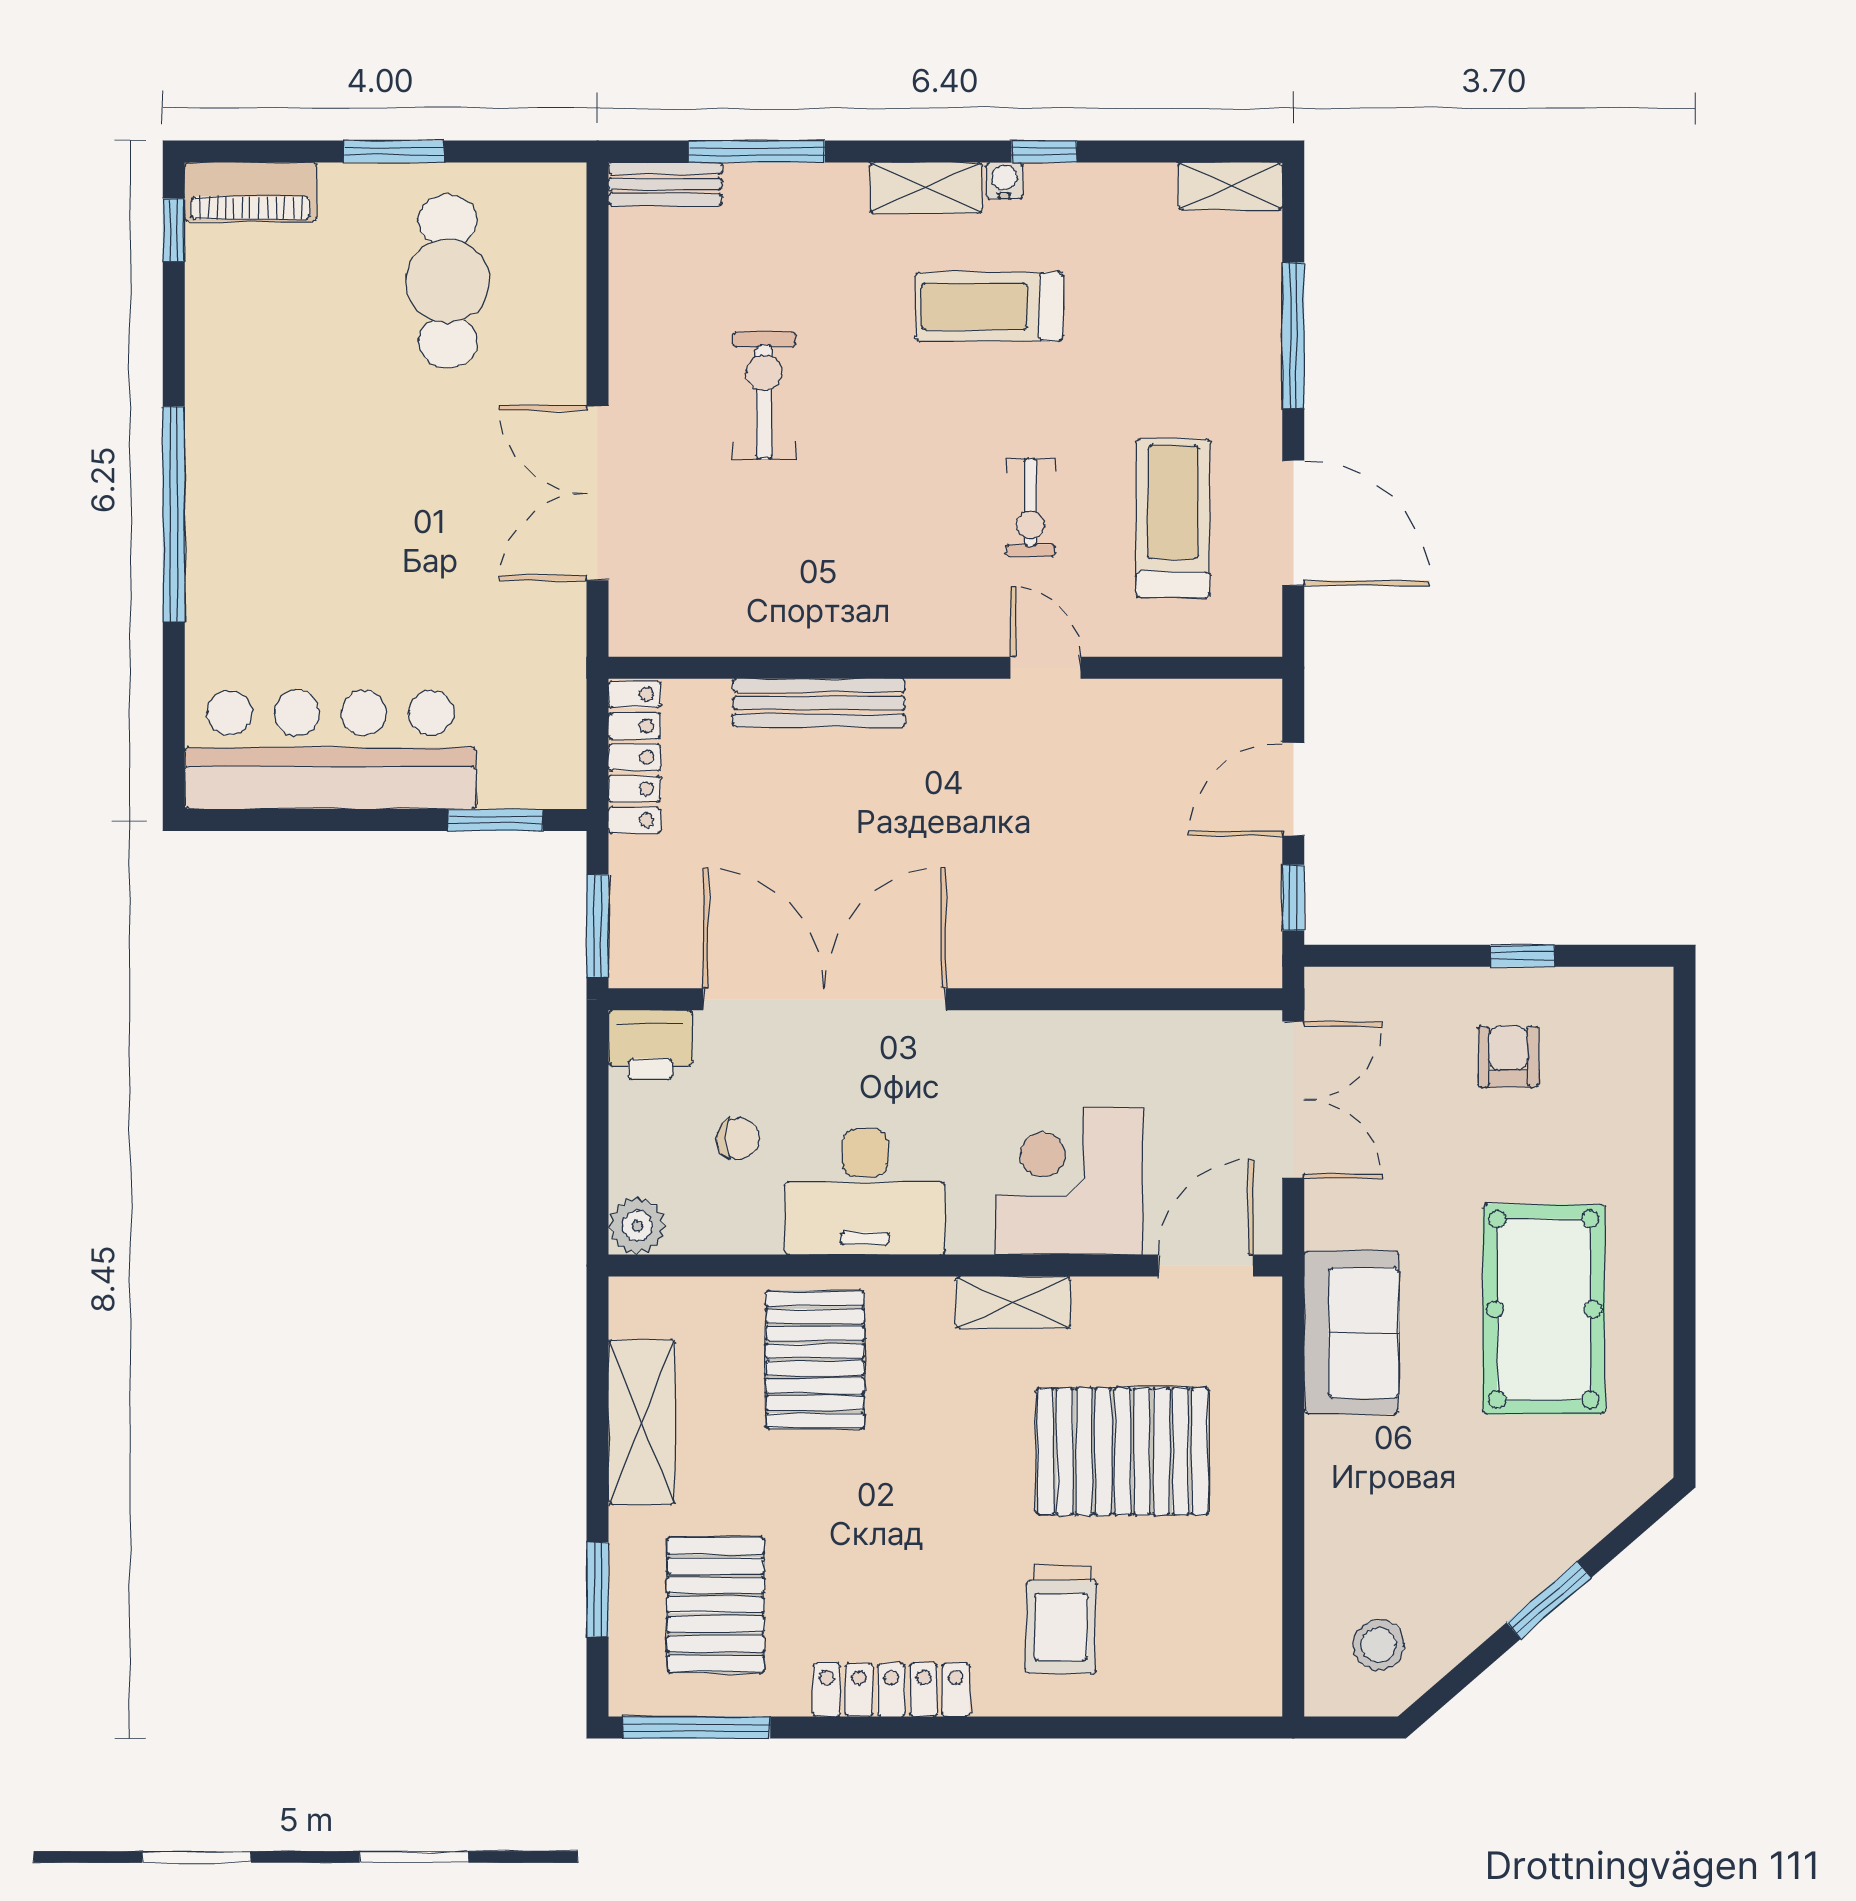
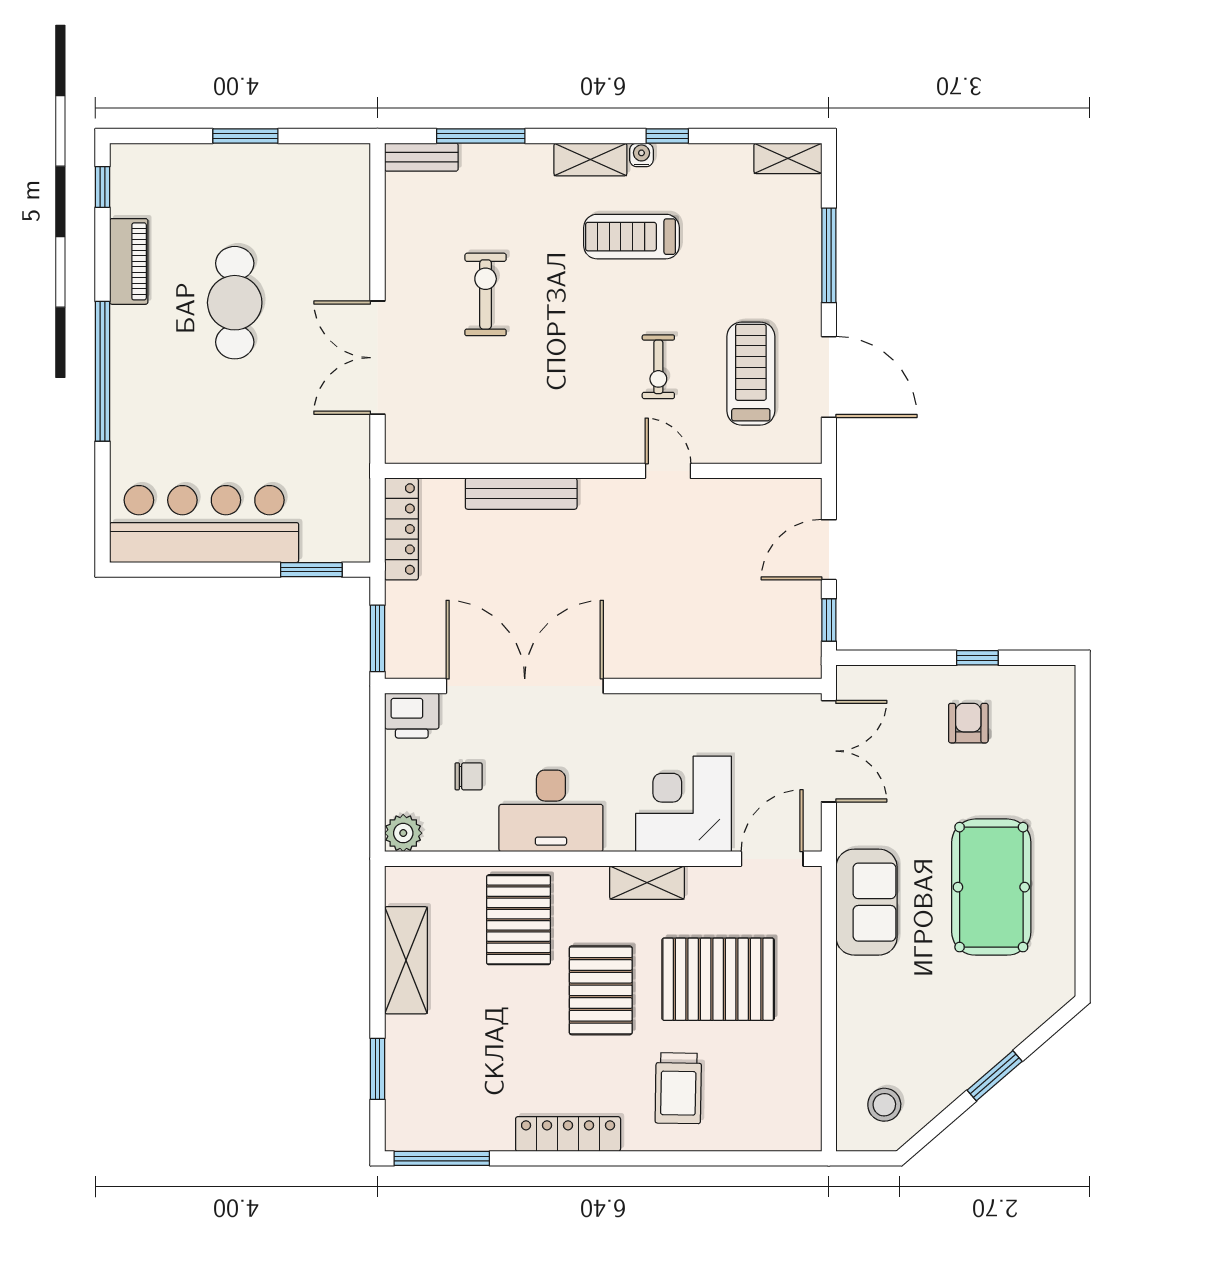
piano: (251, 192) -> (129, 261), moved, turned -90
cafe table: (448, 281) -> (235, 303), moved
pallet: (716, 1605) -> (601, 990), moved

